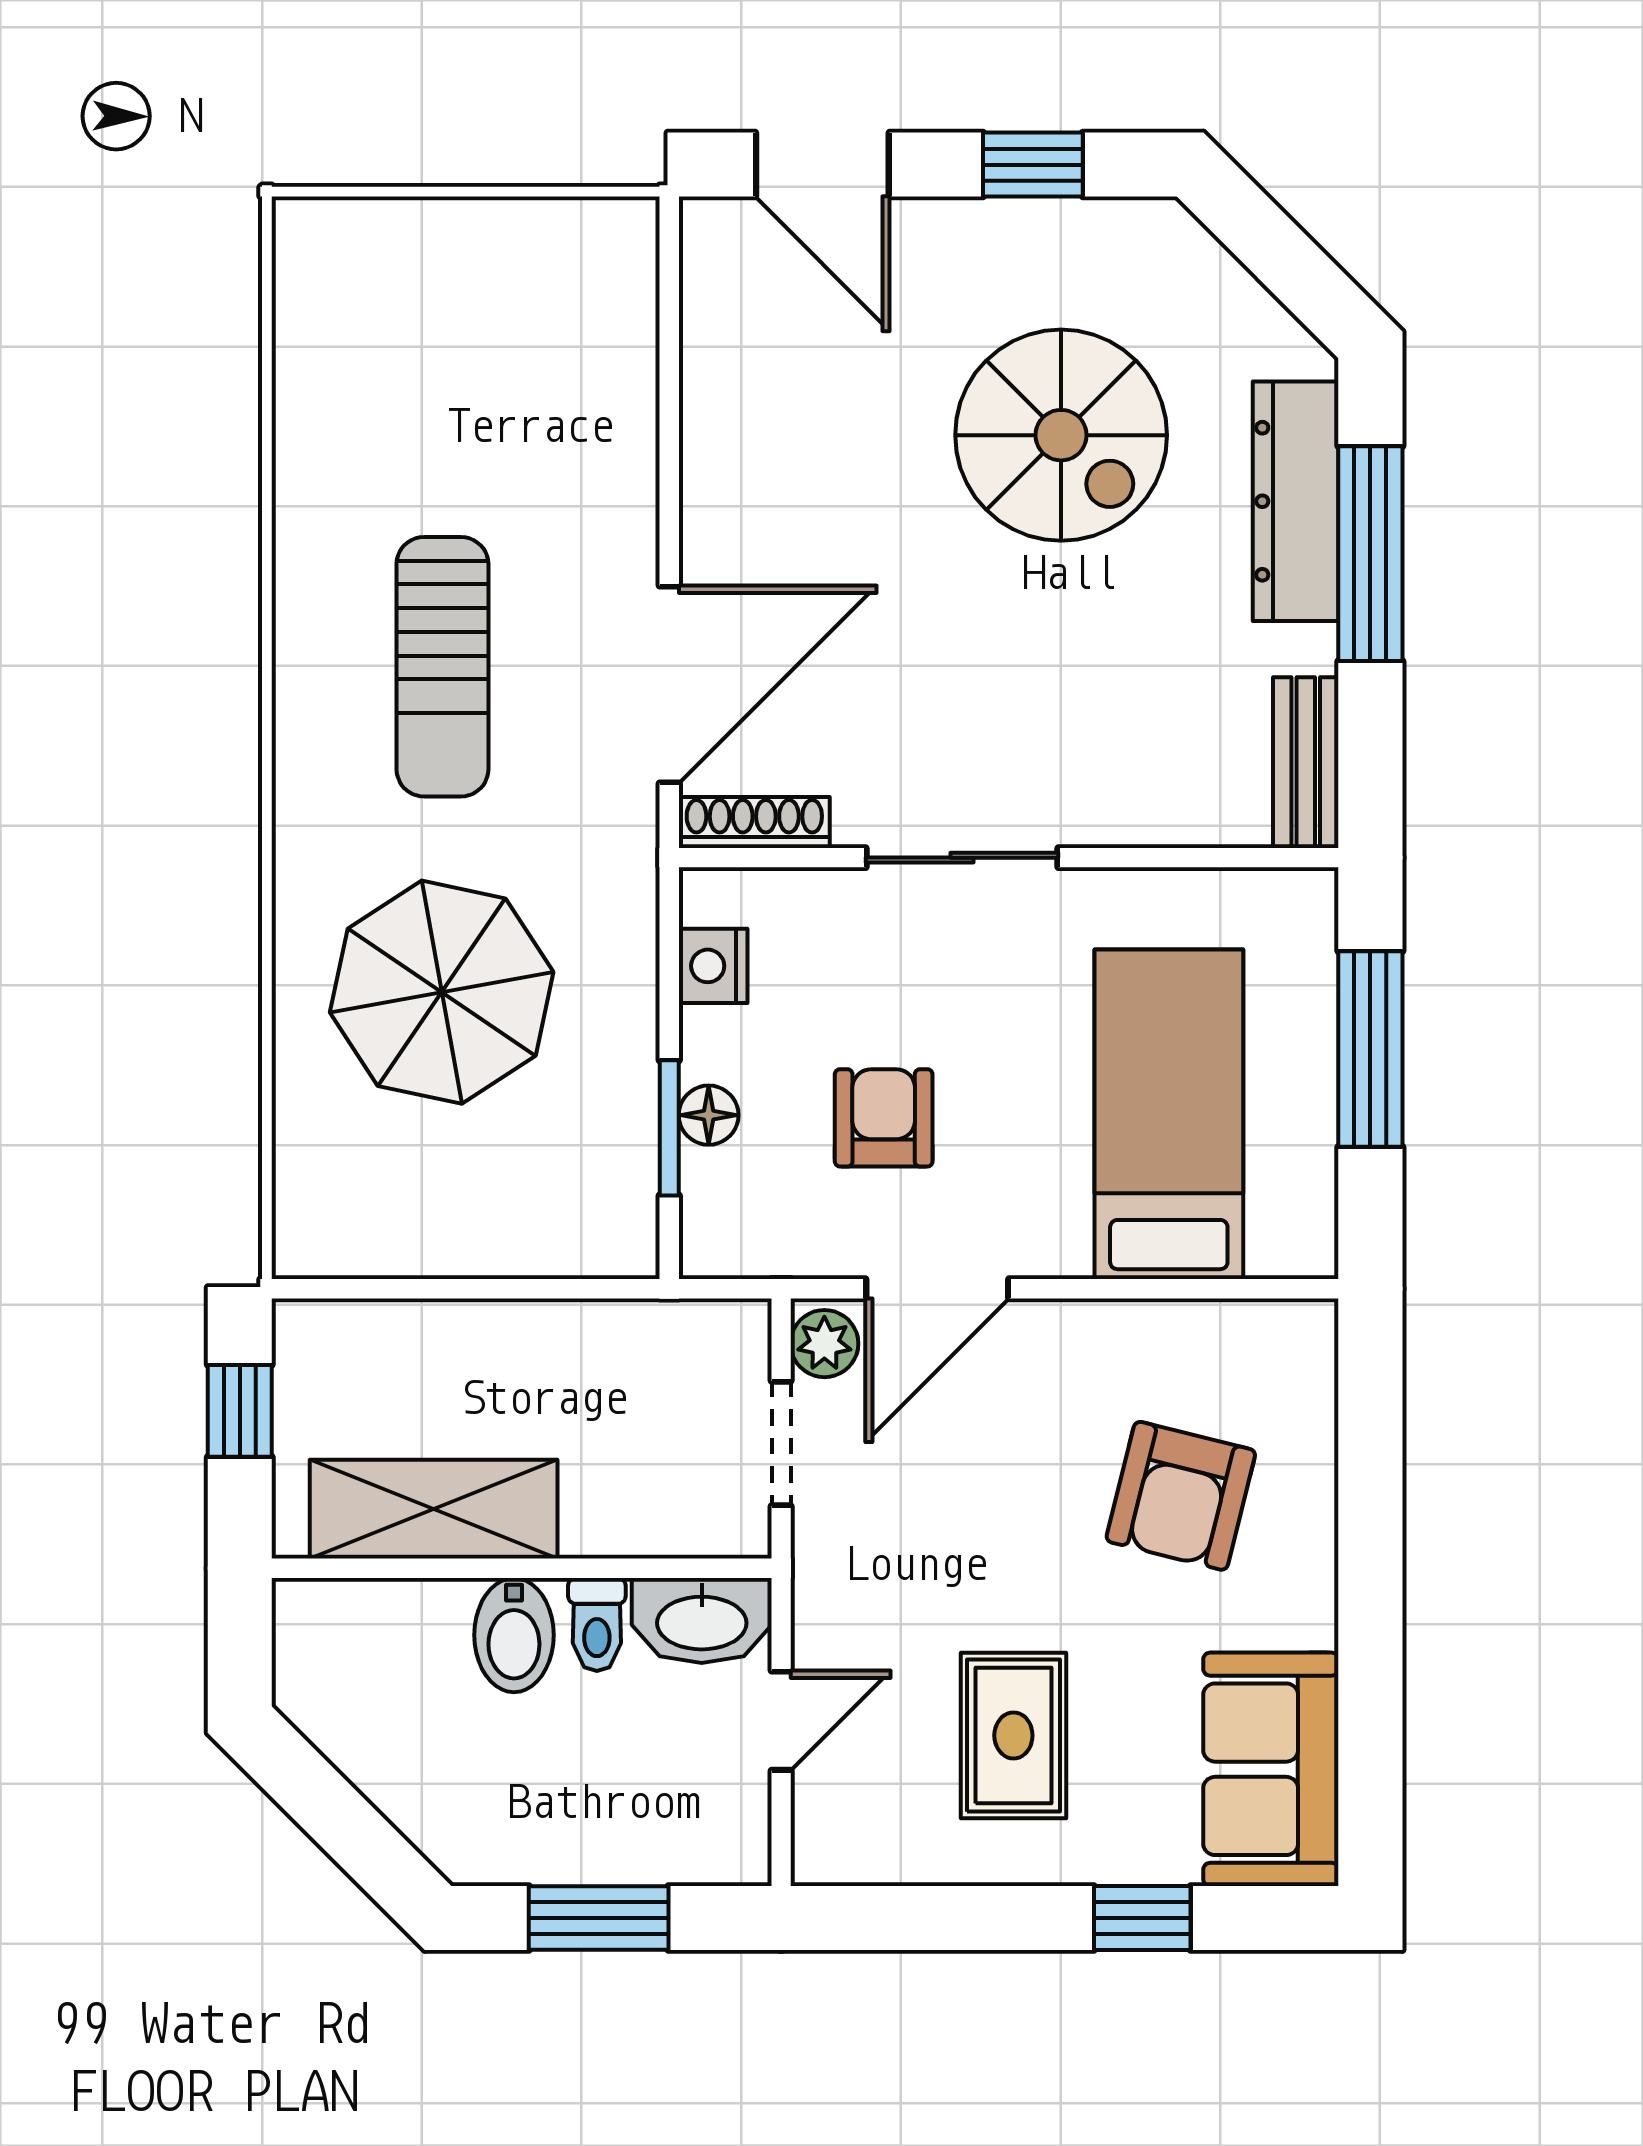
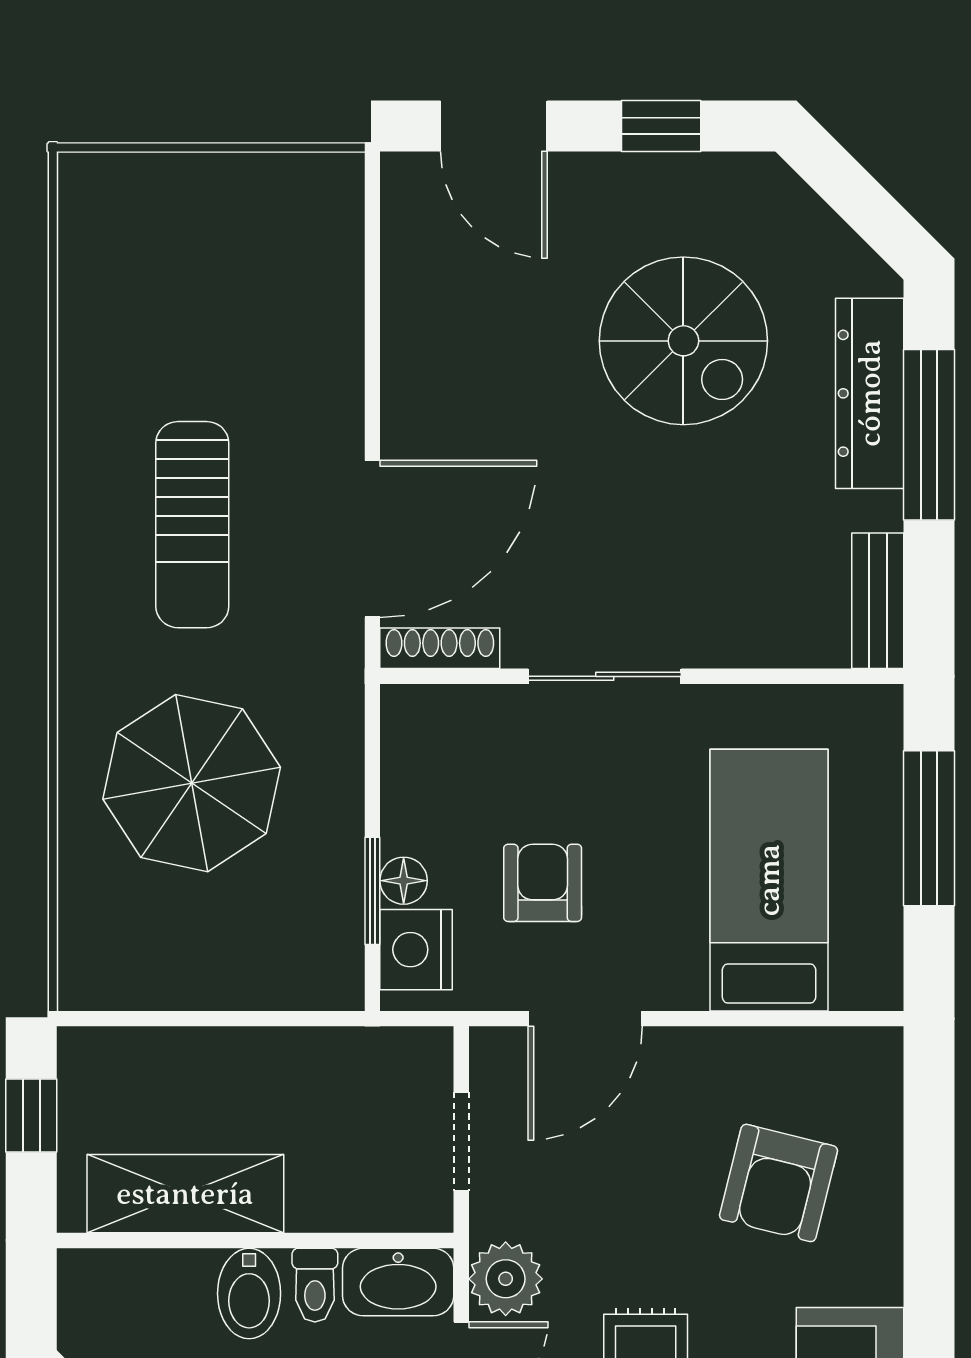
nightstand: (713, 966) -> (416, 950), moved, width x1.36, depth x1.33
plant: (824, 1344) -> (506, 1279), moved, width x1.38, depth x1.38

